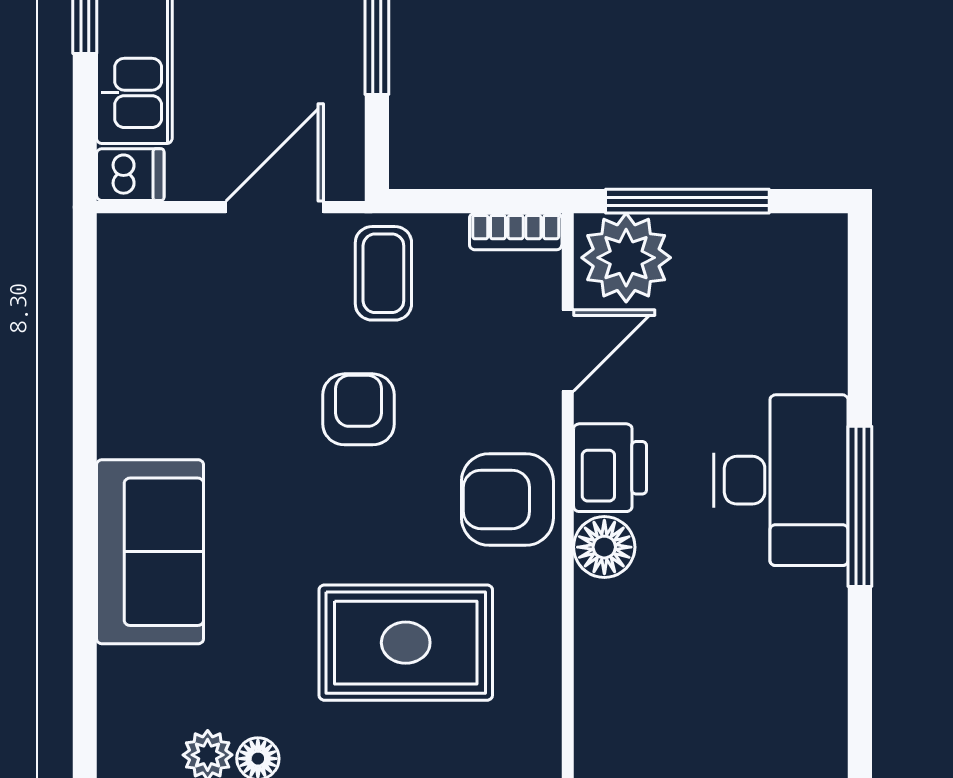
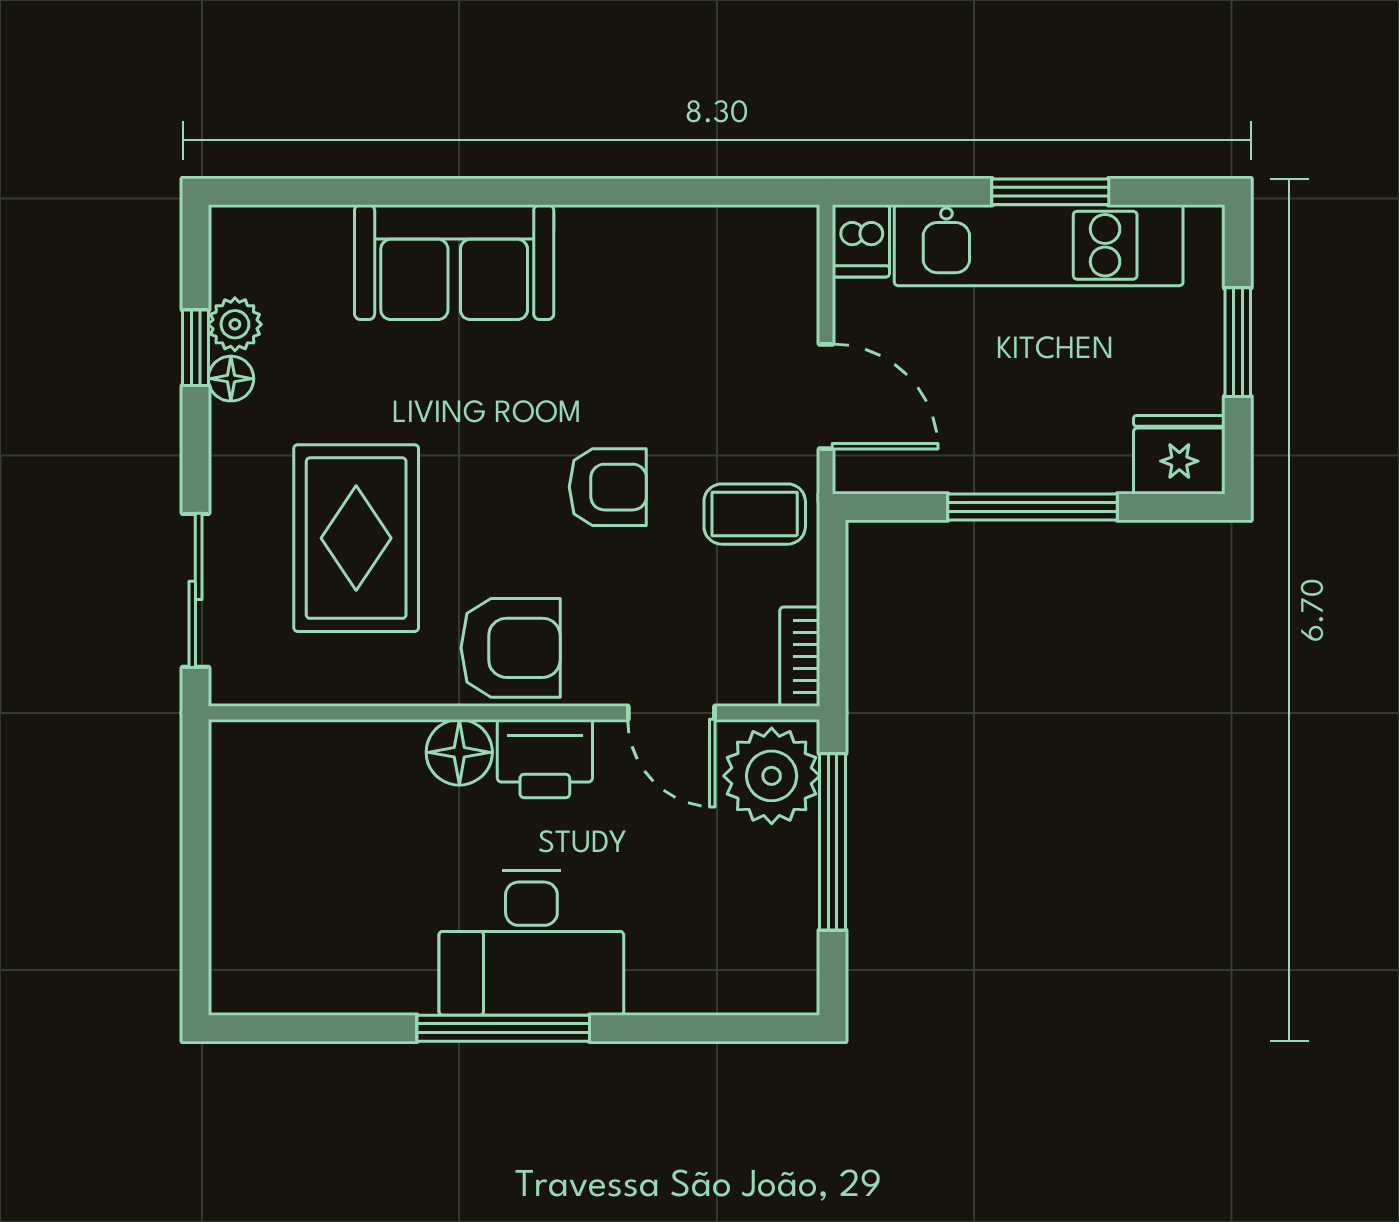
armchair: (507, 499) -> (511, 648), turned 90

